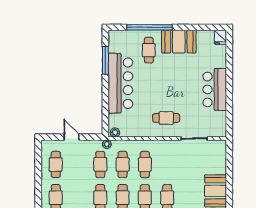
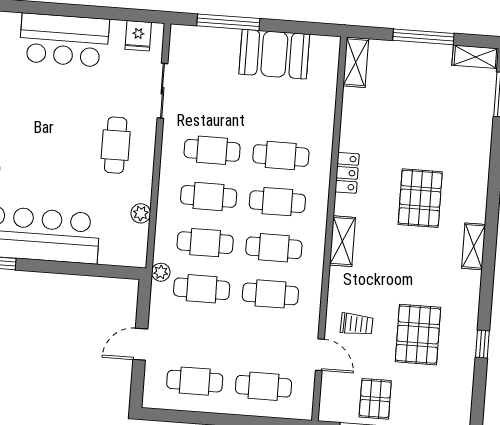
fridge: (219, 125) -> (138, 36), added
plant: (115, 132) -> (141, 213), moved
cafe table: (167, 164) -> (212, 150), added
window: (229, 168) -> (228, 22), added

